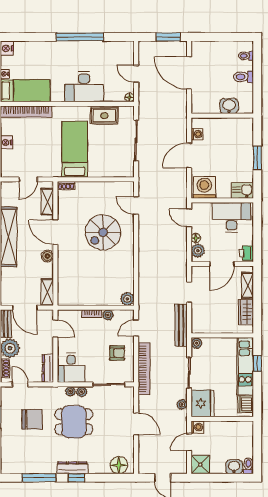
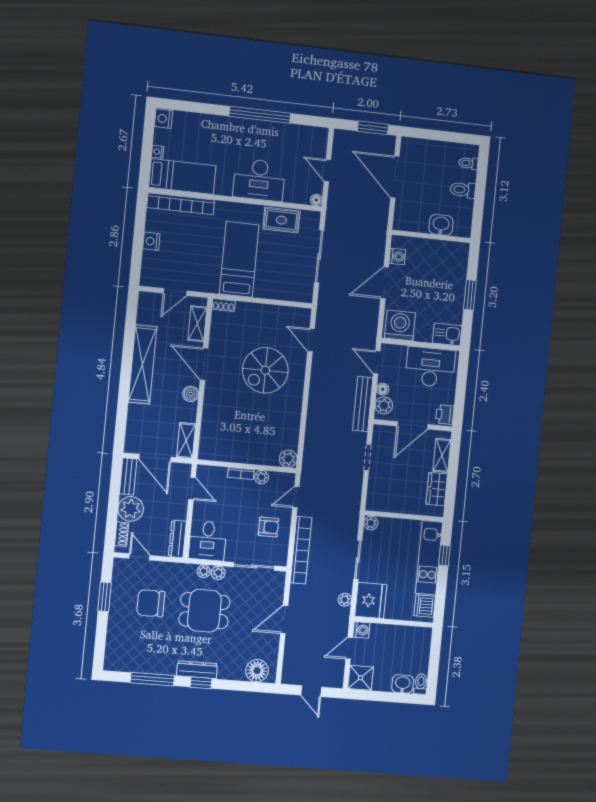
bench: (181, 325) -> (363, 404), moved
chair: (32, 419) -> (151, 603), turned 180
door: (136, 424) -> (284, 620), swing flipped

